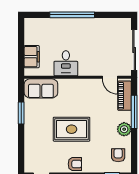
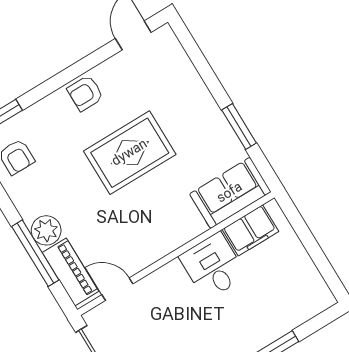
filing cabinet: (32, 57) -> (250, 230), moved, turned -90
plant: (124, 129) -> (46, 230), moved

